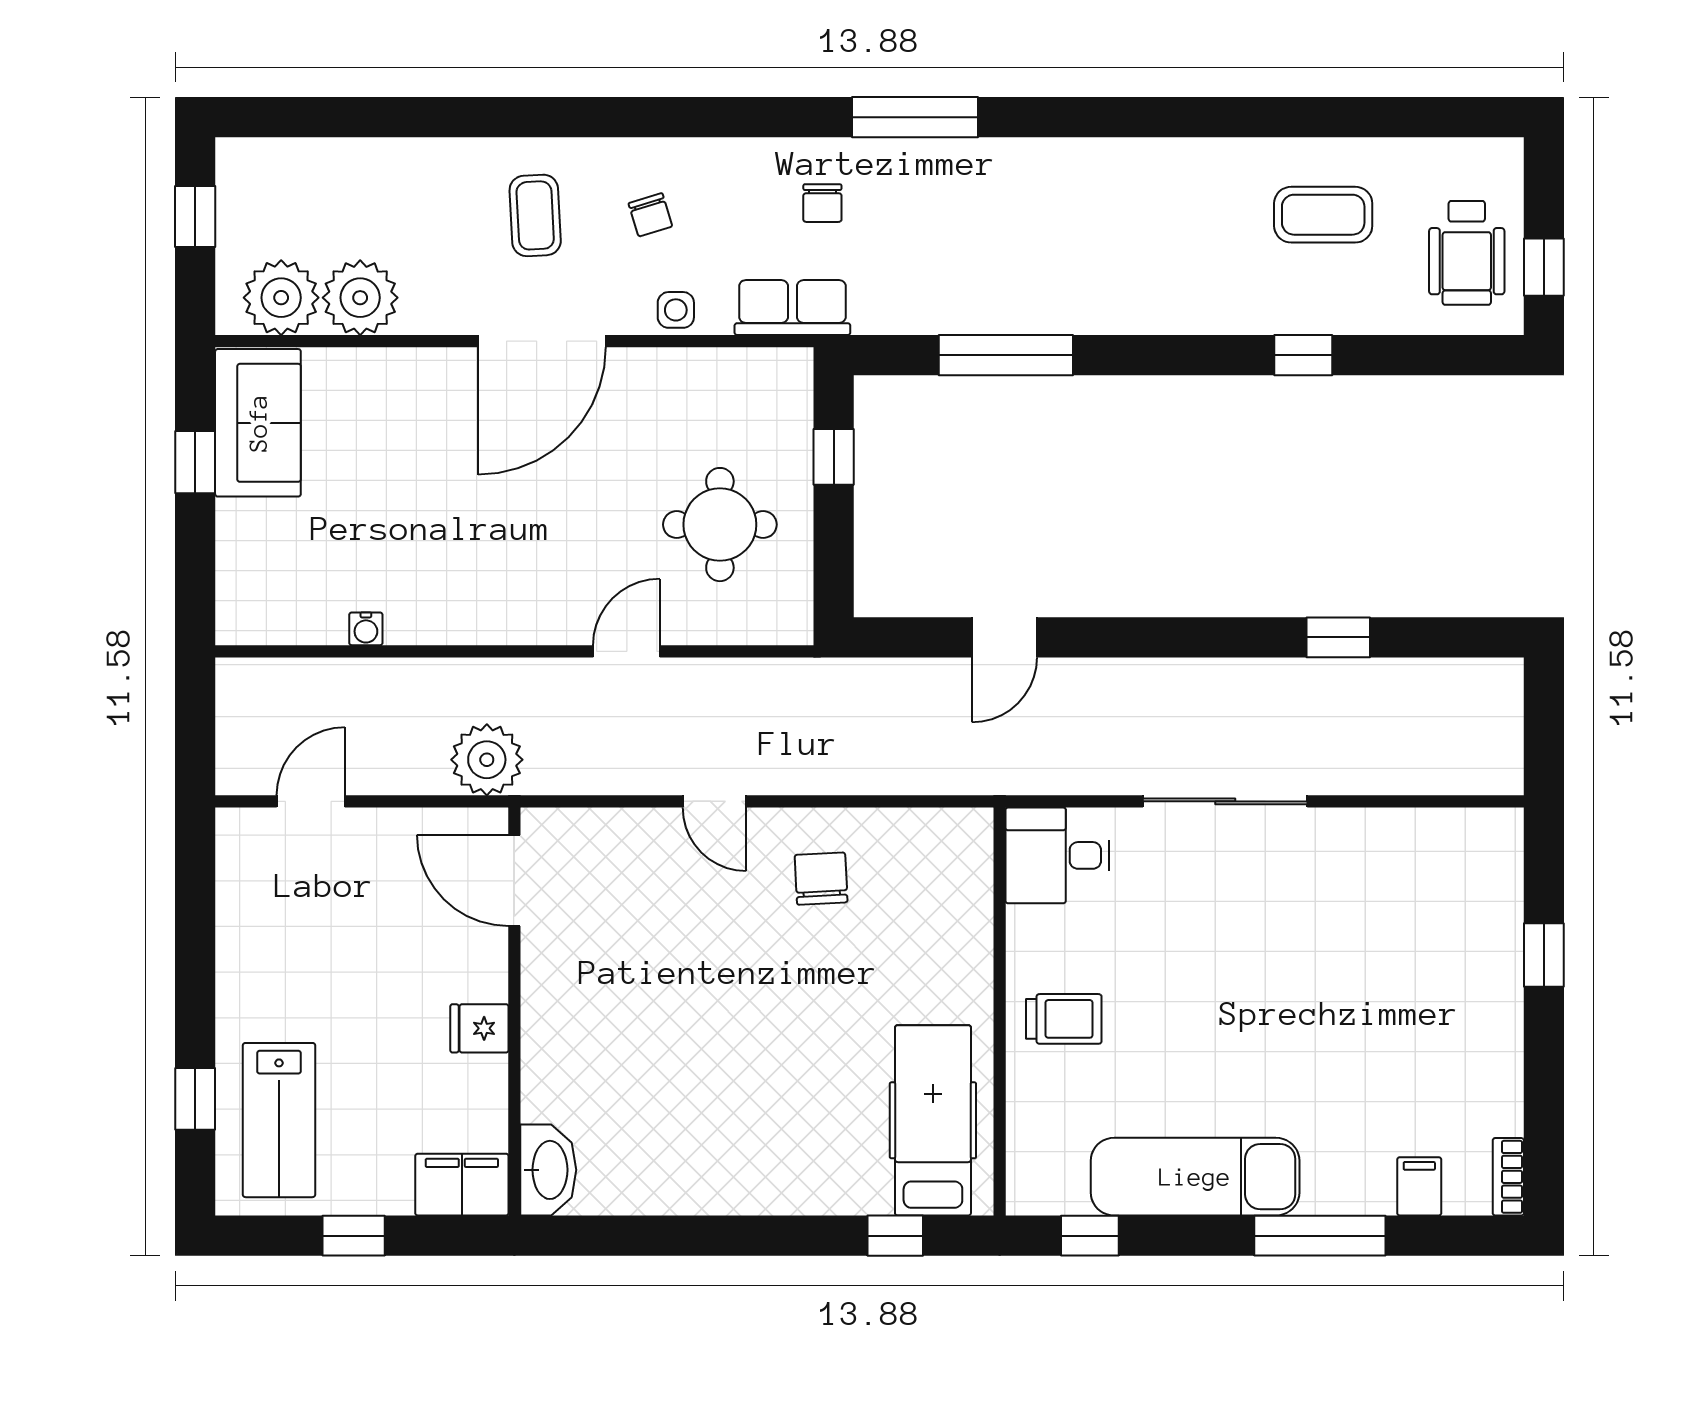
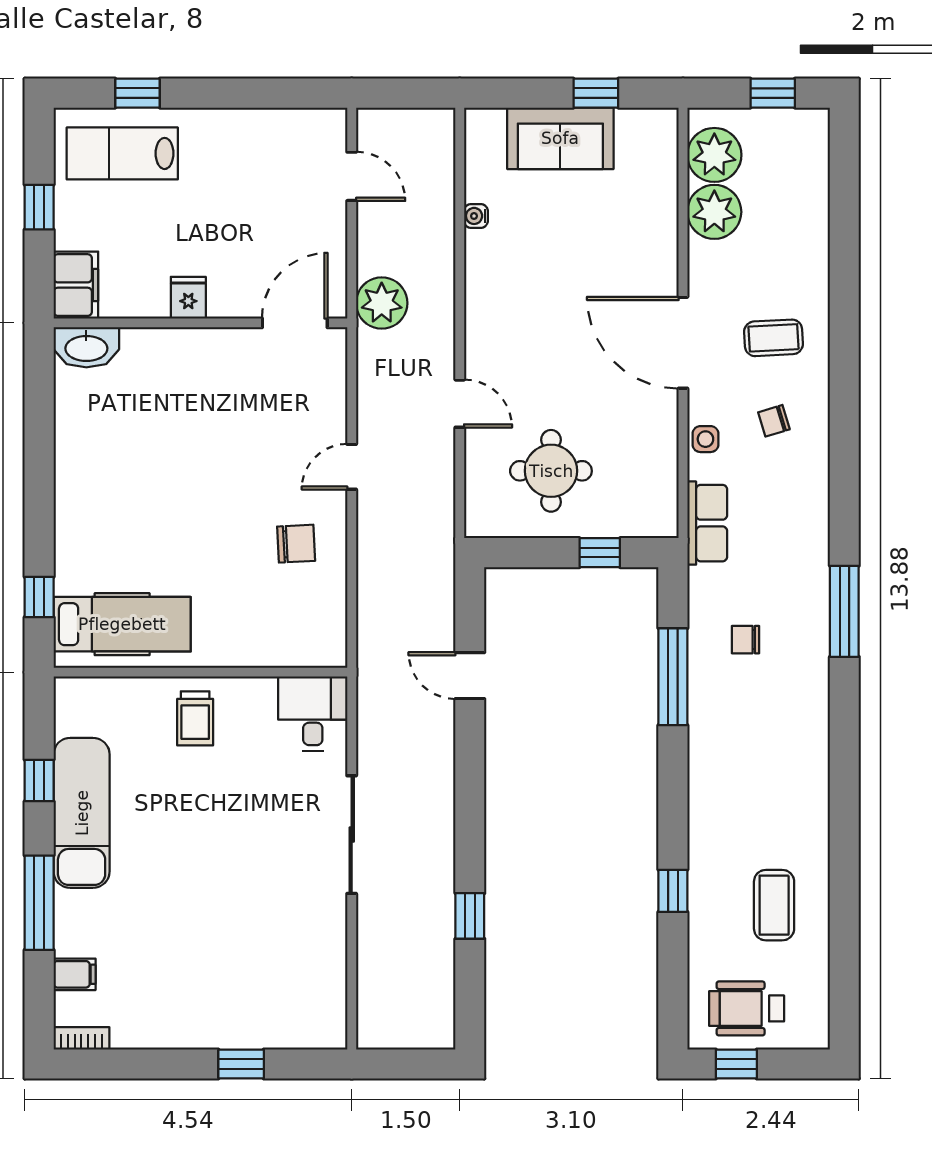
chair: (822, 203) -> (745, 640), moved
sofa: (258, 423) -> (560, 138), moved
window: (1090, 1236) -> (39, 781), moved

